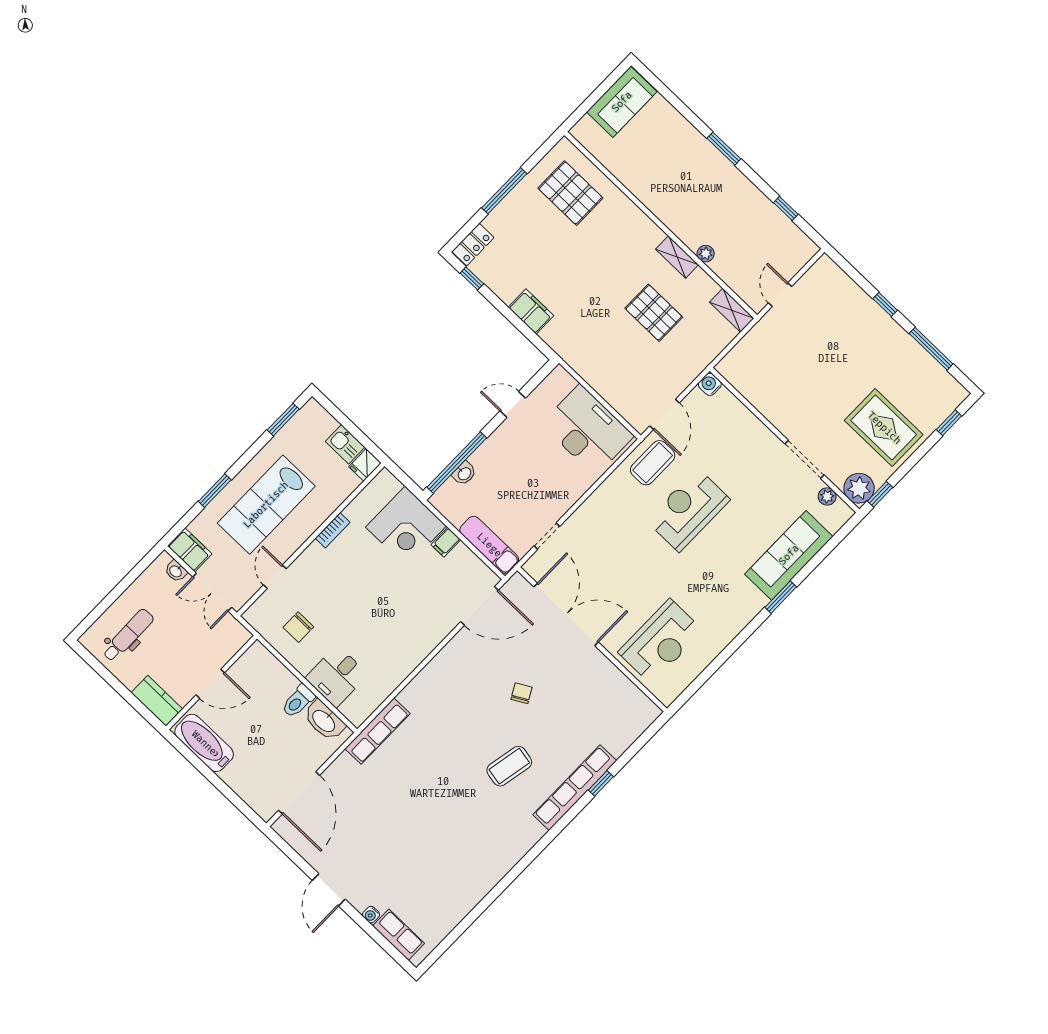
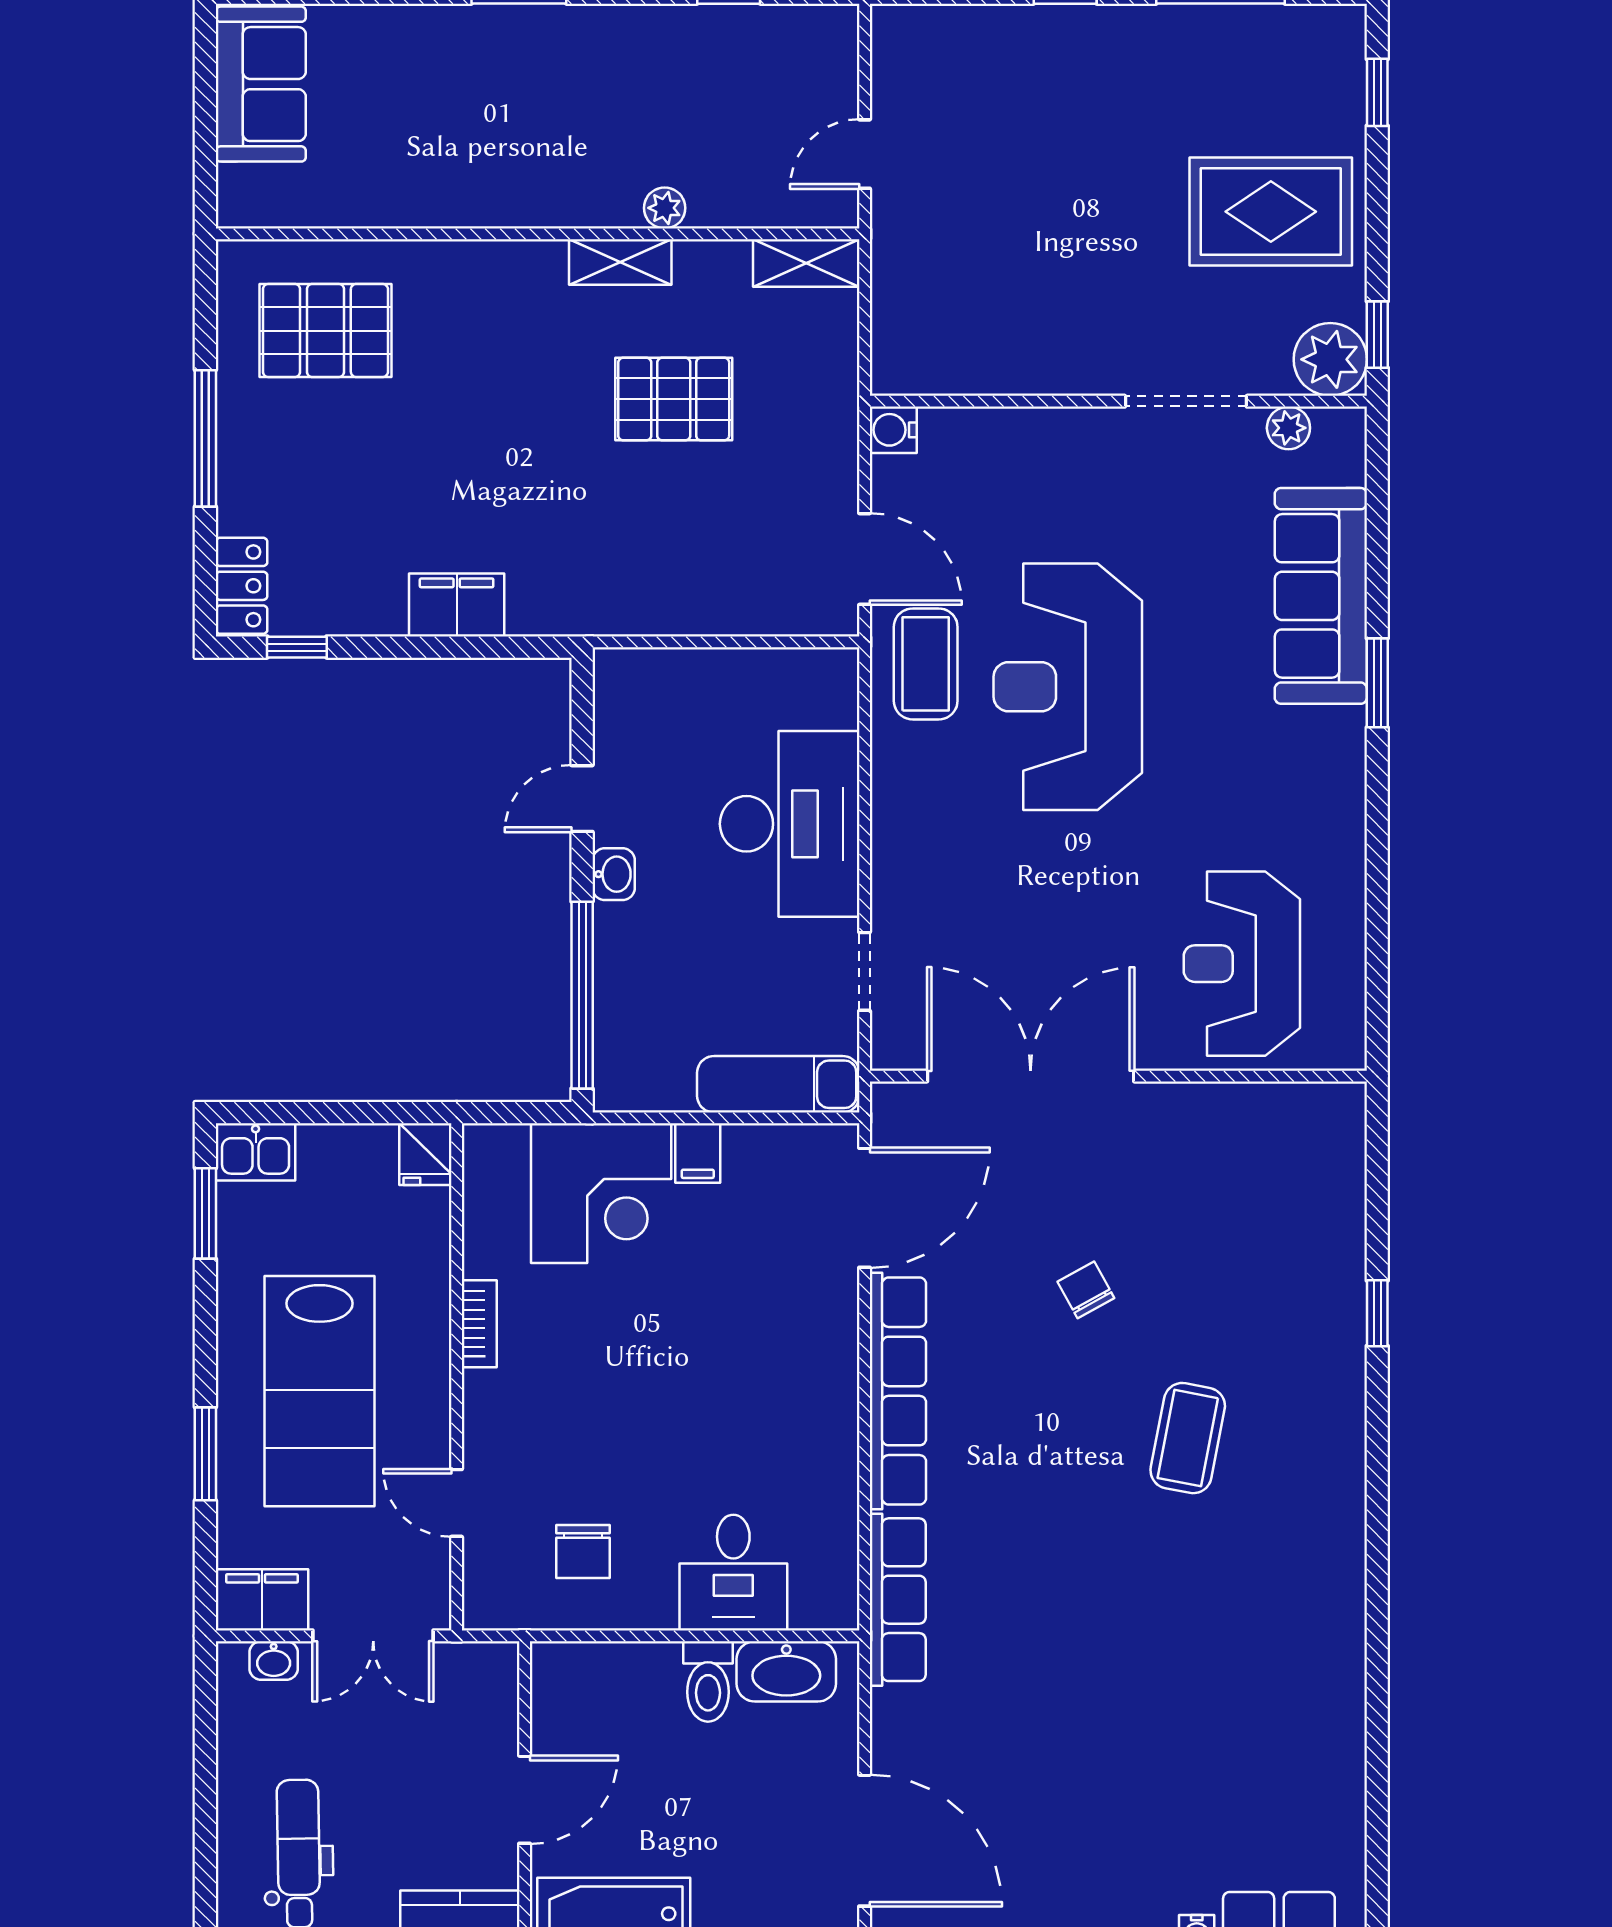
door: (780, 295) -> (865, 154), hinge flipped
desk: (587, 430) -> (790, 824), moved, turned 90
kitchen sink: (345, 444) -> (256, 1152), moved
washbasin: (464, 473) -> (614, 874), moved
reception desk: (688, 510) -> (1068, 687), width x1.36, depth x1.30
reception desk: (661, 641) -> (1242, 964), turned 180
row of seats: (575, 788) -> (898, 1391), moved, turned 180

